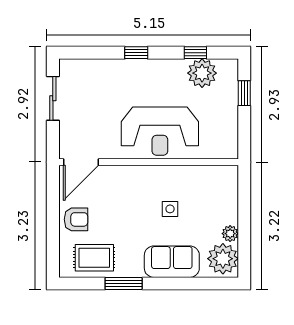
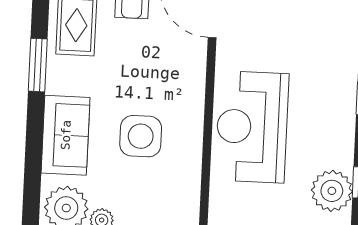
side table: (170, 209) -> (141, 136), width x1.87, depth x1.87

